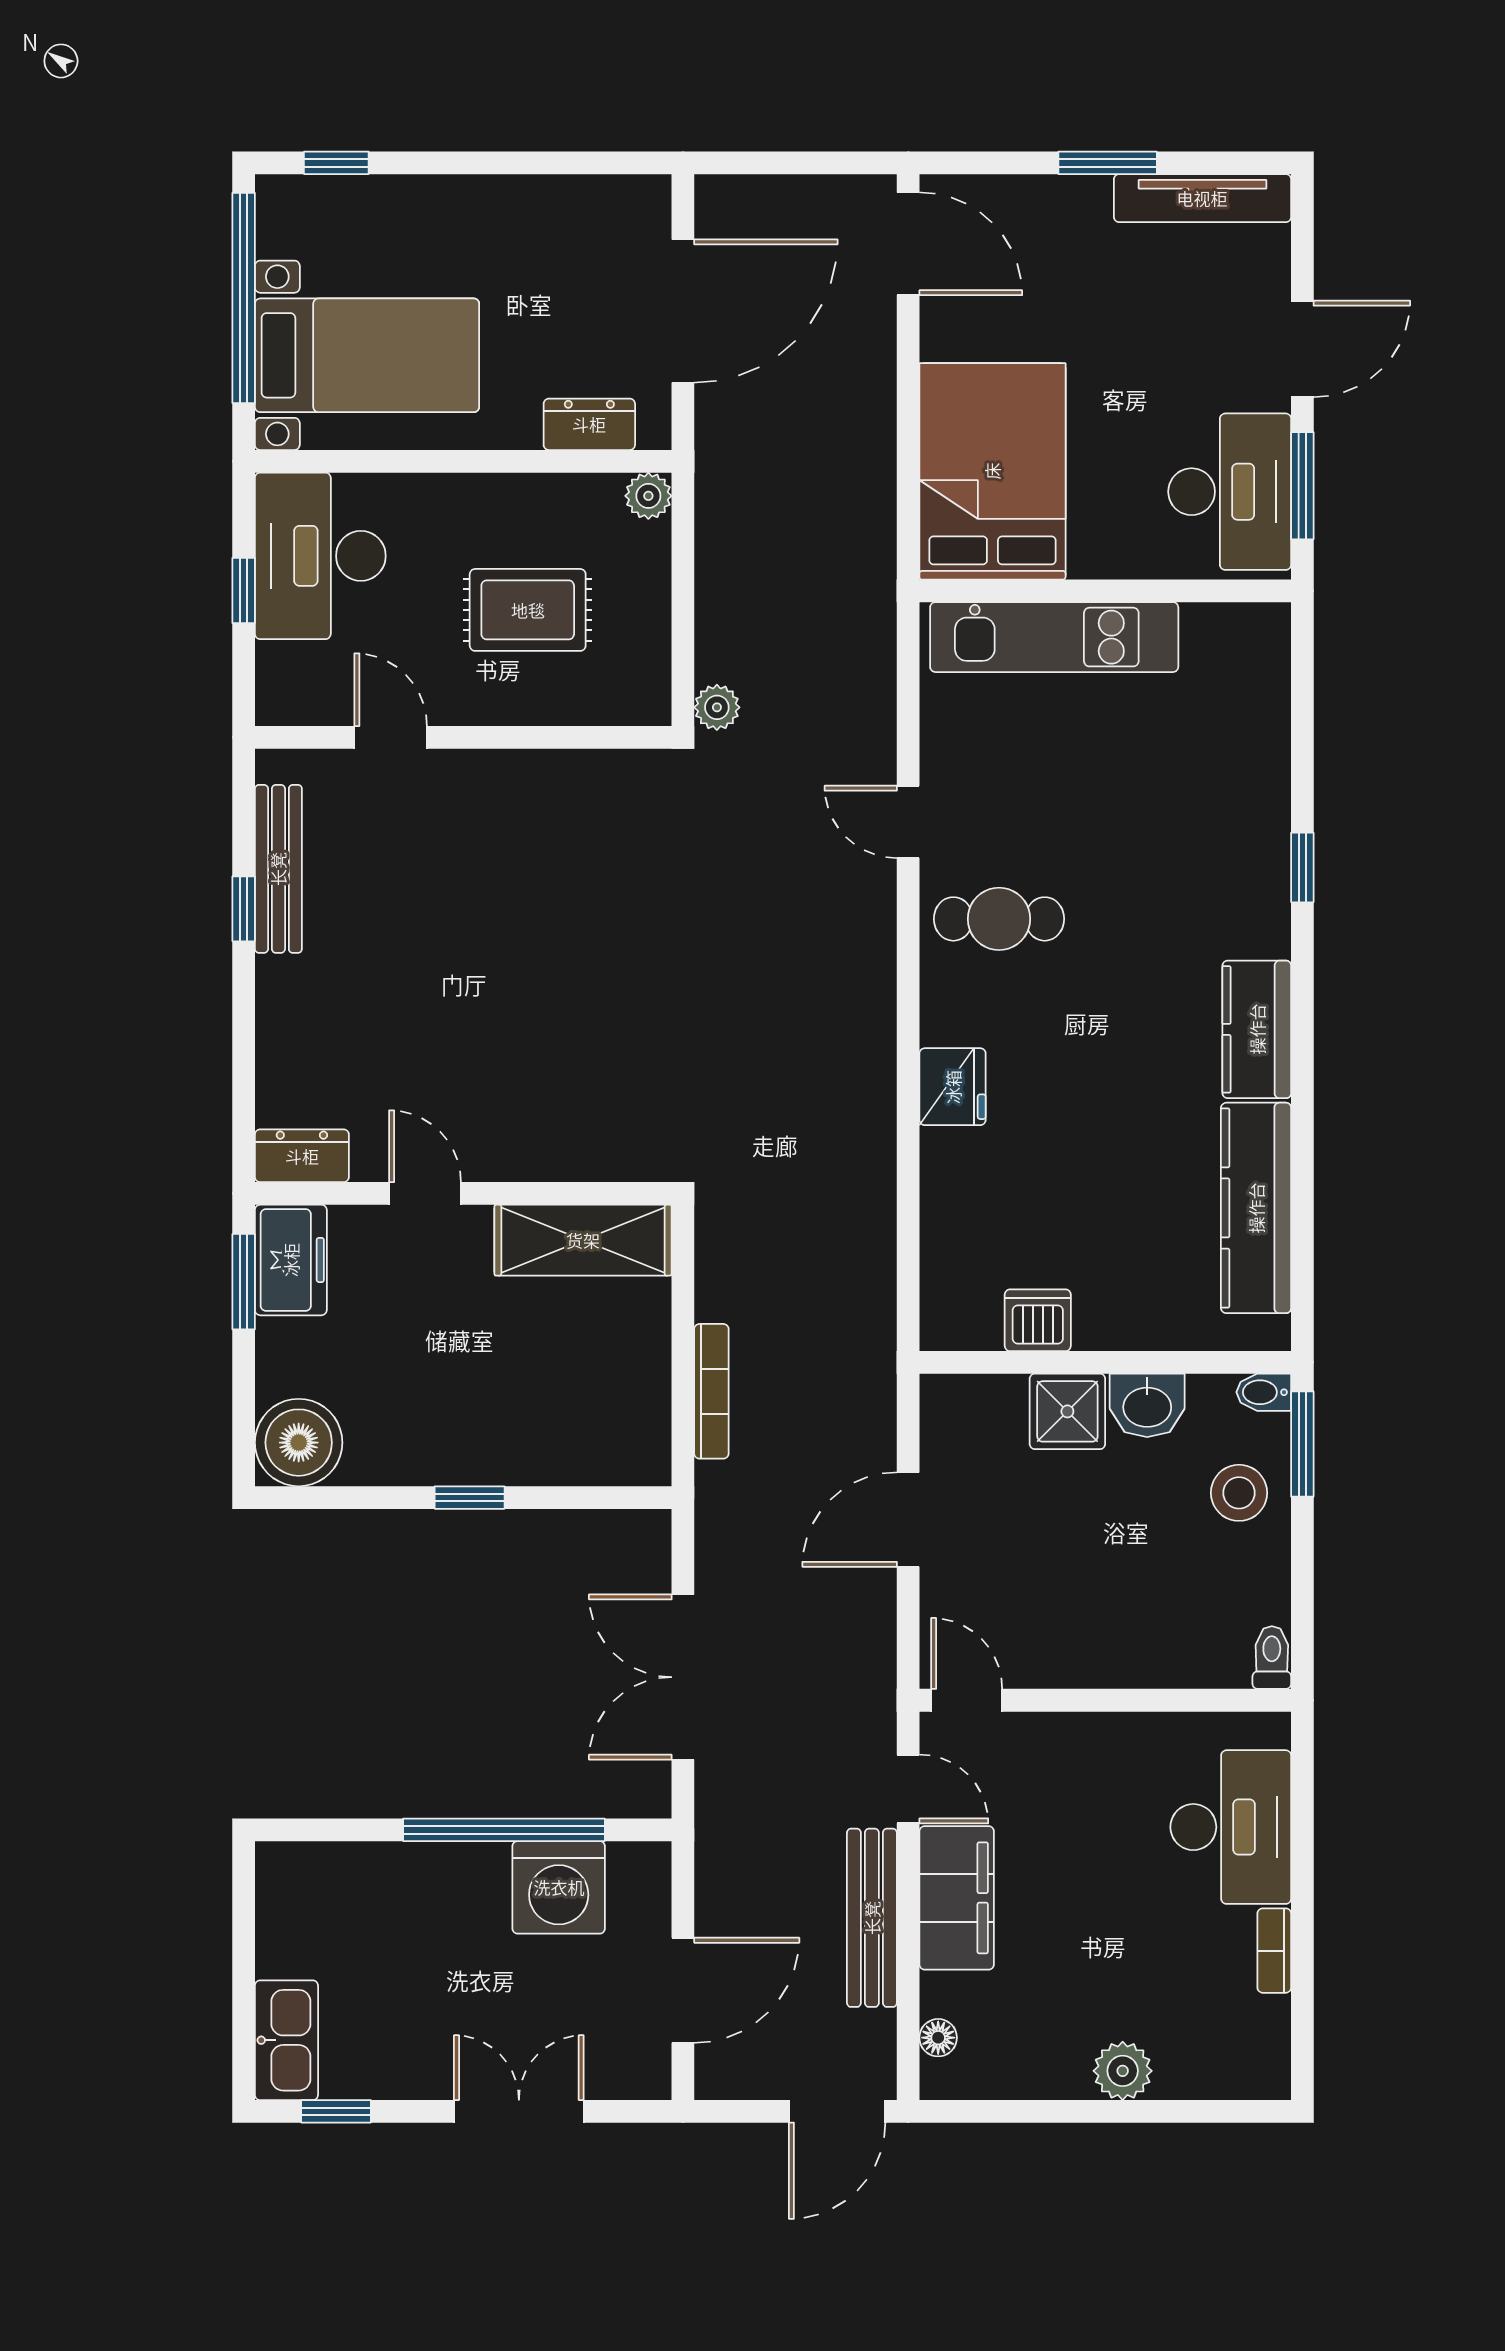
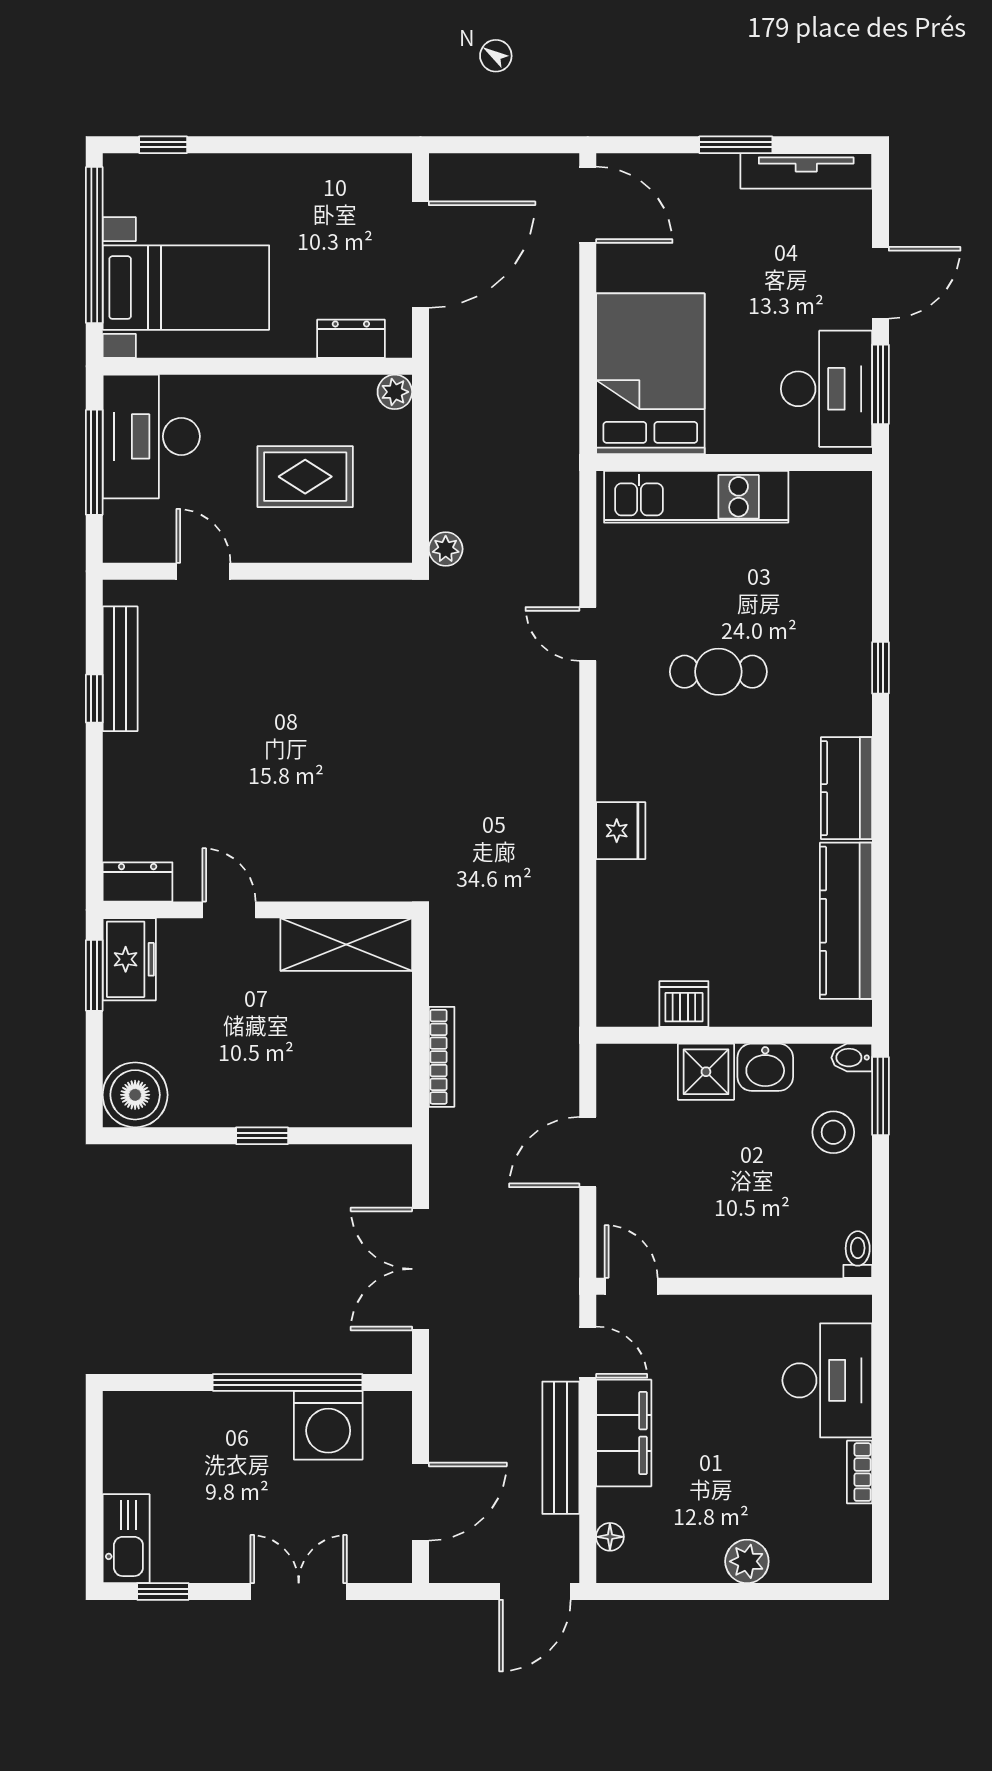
window: (244, 591) -> (94, 462), width x2.17
cafe table: (999, 919) -> (718, 672), moved

